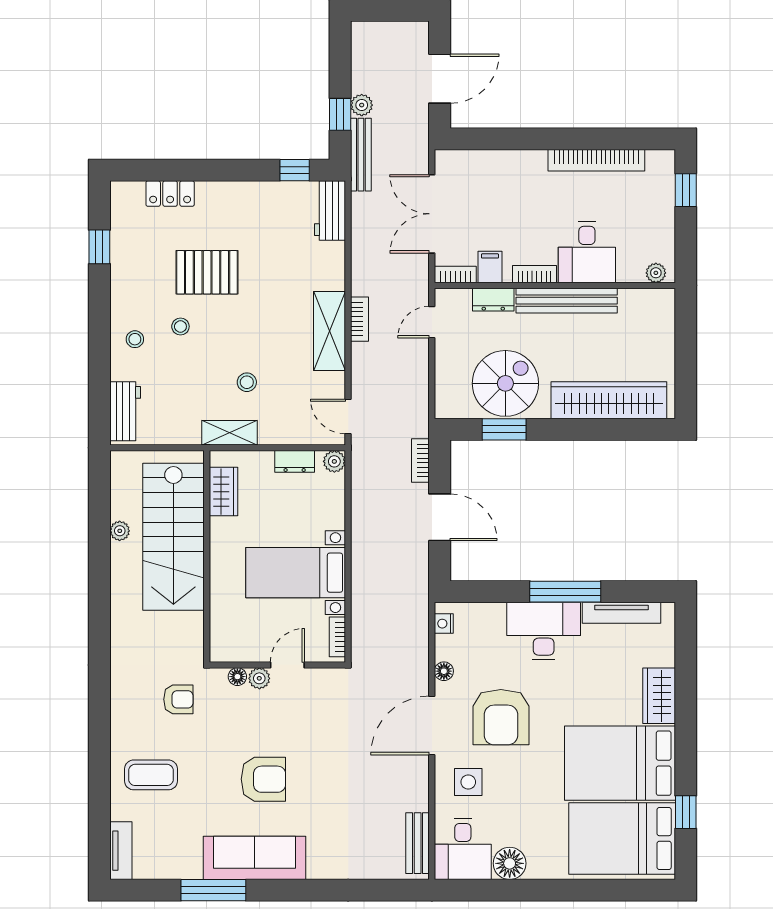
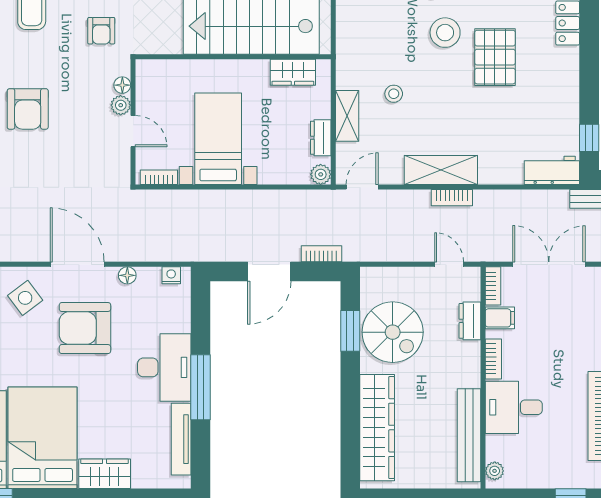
bench: (567, 301) -> (469, 435), moved
stool: (180, 326) -> (445, 33), width x1.89, depth x1.89
shelving: (230, 433) -> (347, 116), moved
side table: (468, 782) -> (25, 298), turned -37

